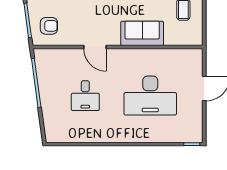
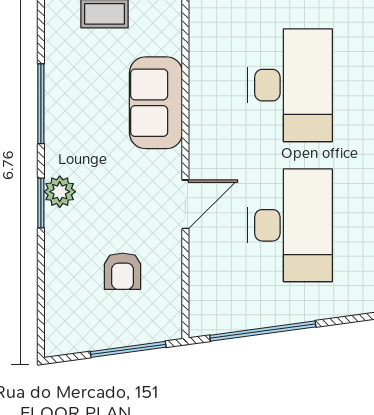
armchair: (49, 26) -> (123, 271), moved, turned 180
desk: (85, 96) -> (290, 225), width x1.87, depth x1.30

